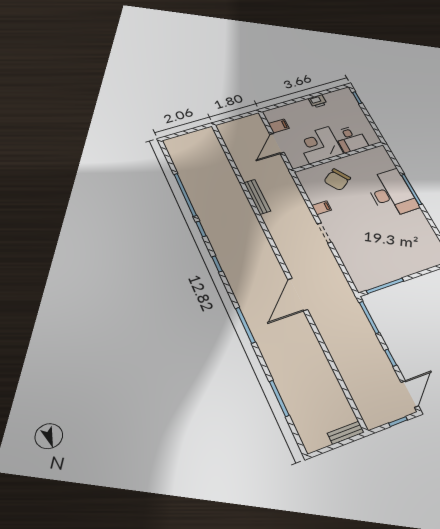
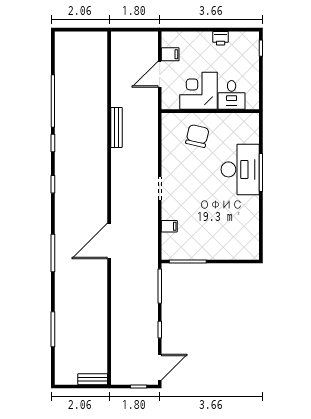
chair: (337, 180) -> (197, 136), turned 137
filing cabinet: (322, 208) -> (169, 226), moved

